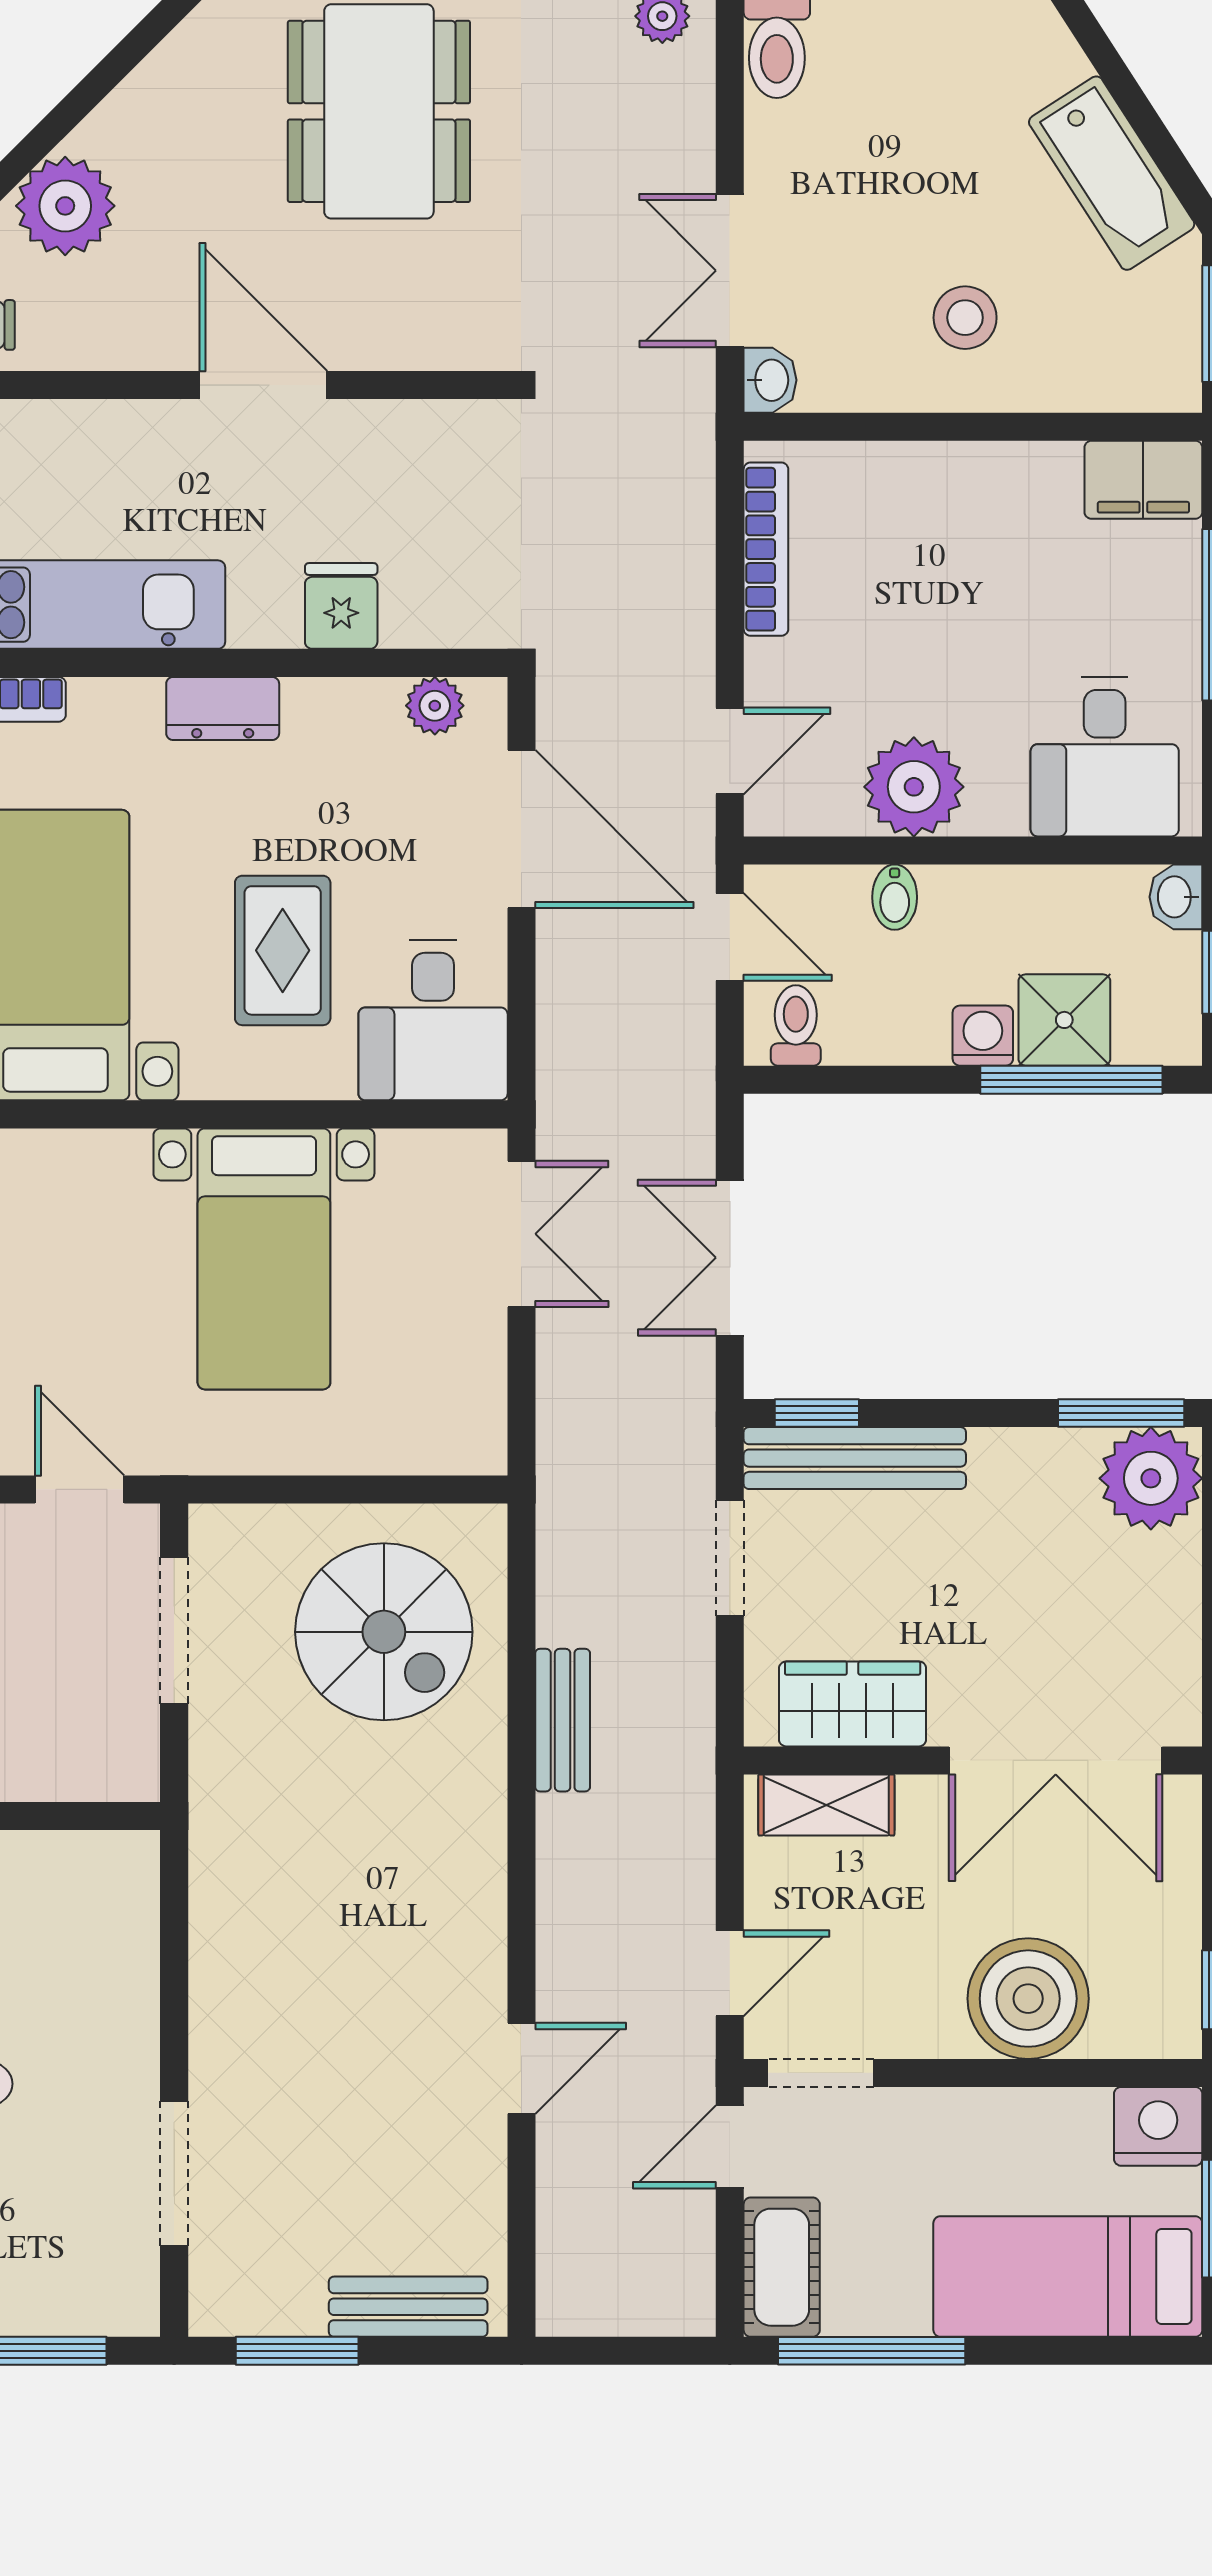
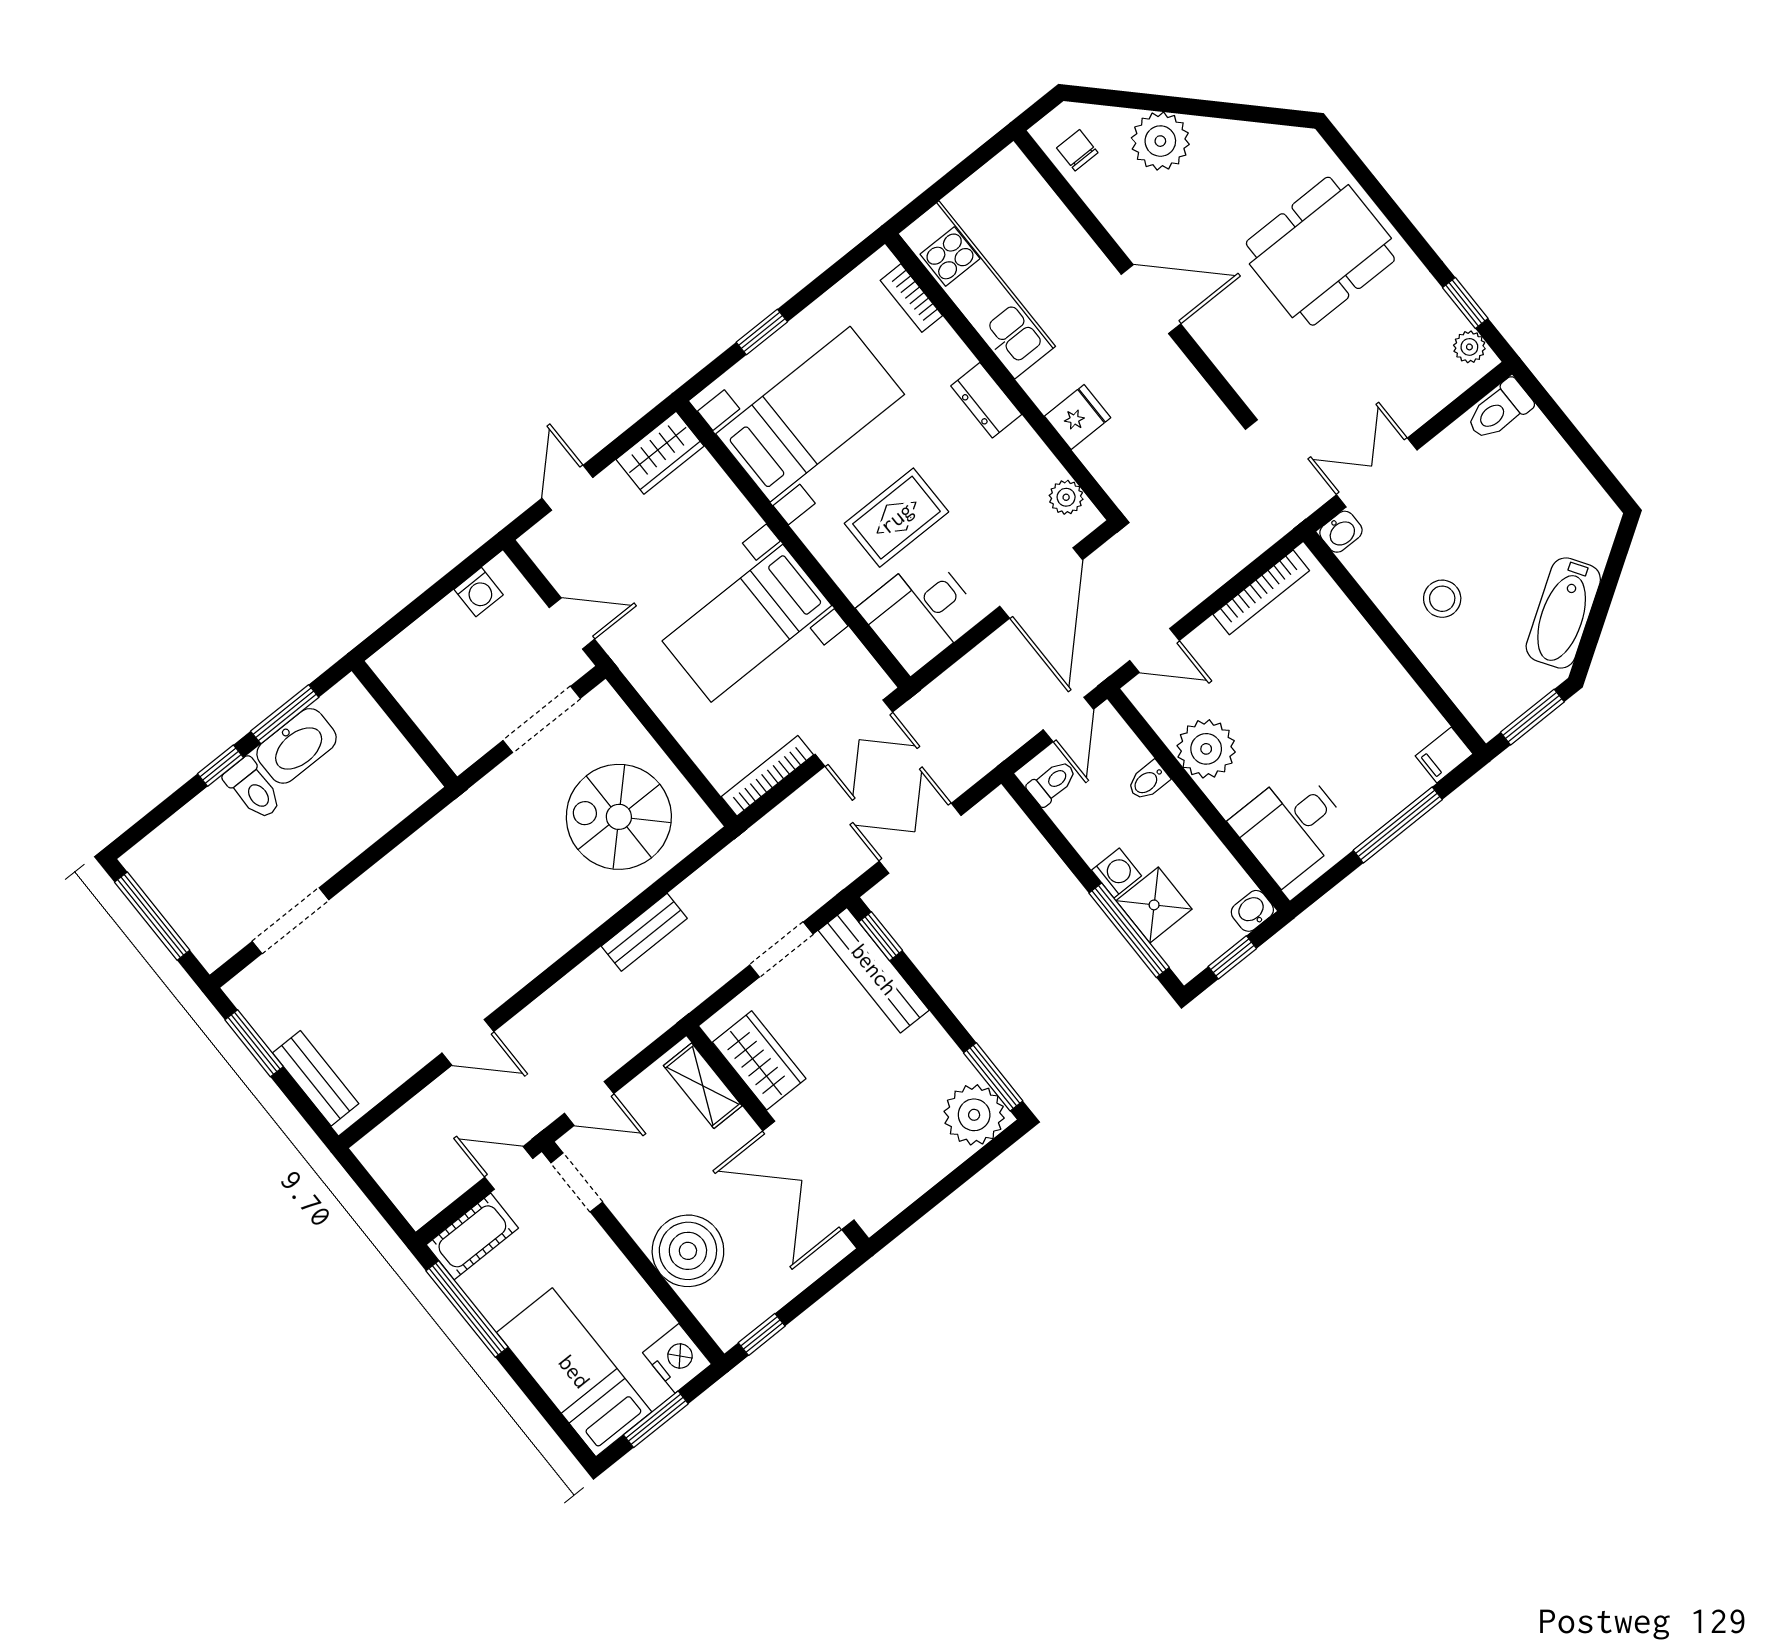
door: (263, 385) -> (1151, 299), hinge flipped
filing cabinet: (1143, 480) -> (1444, 755), width x0.50
bookcase: (486, 1393) -> (767, 776), added
door: (80, 1489) -> (572, 623), hinge flipped
spiral stairs: (384, 1632) -> (619, 817), turned 90

